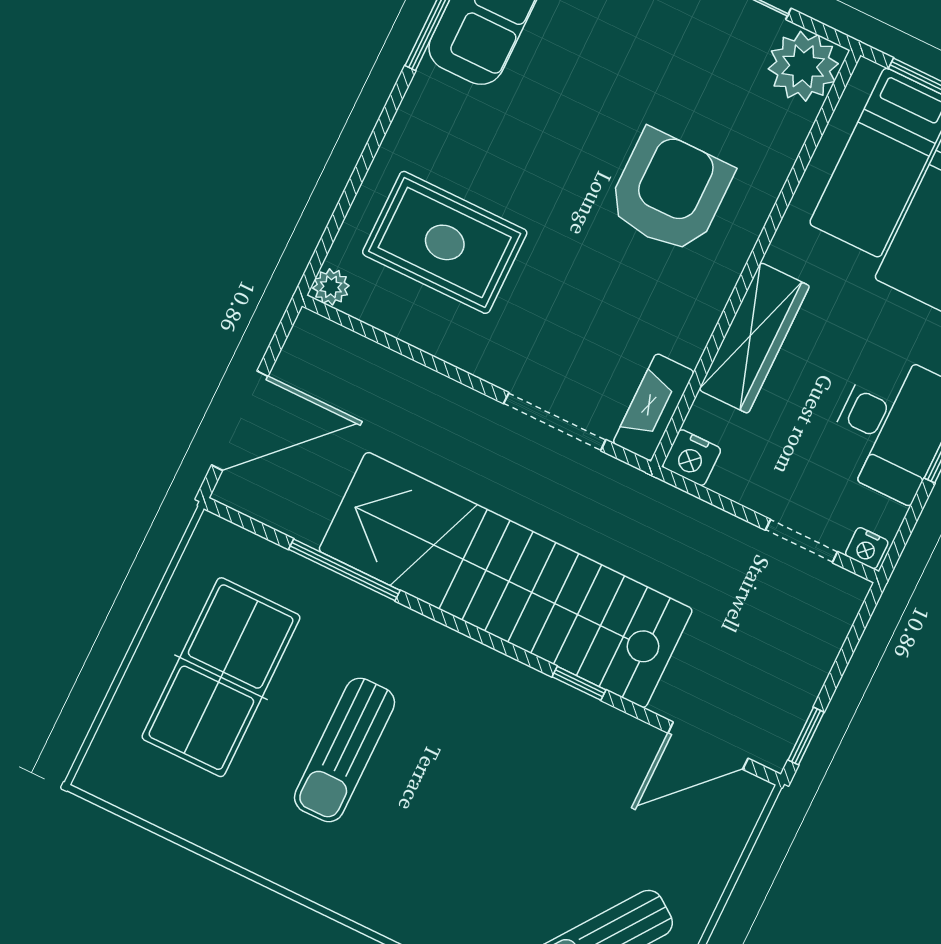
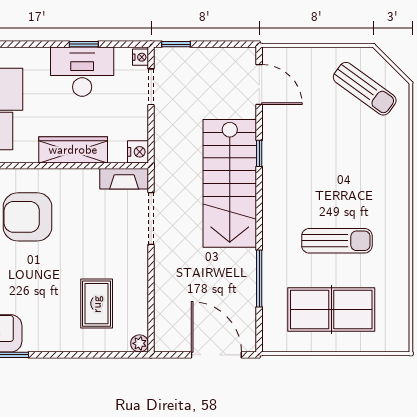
rug: (445, 242) -> (97, 304), width x0.73, depth x0.70
stairs: (506, 580) -> (230, 183), width x0.73
window: (806, 736) -> (176, 44), moved

